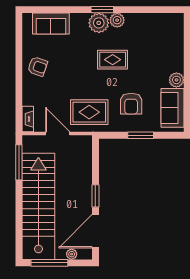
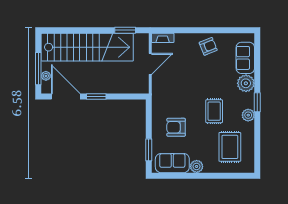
plant: (99, 23) -> (246, 83), moved
armchair: (38, 66) -> (208, 46), turned -131
rug: (89, 112) -> (230, 147), moved
window: (141, 135) -> (149, 150), moved
window: (19, 162) -> (125, 30), width x0.69
window: (49, 263) -> (38, 69), moved

